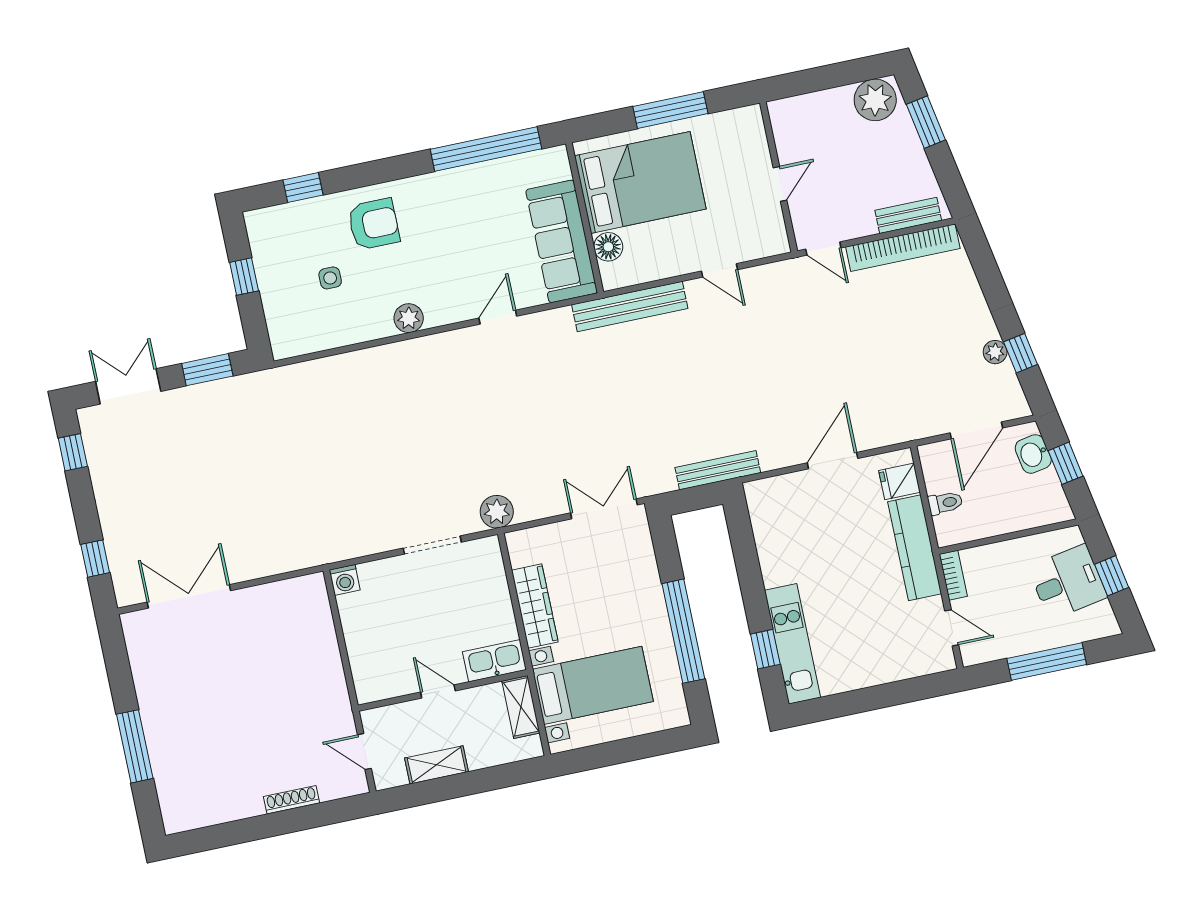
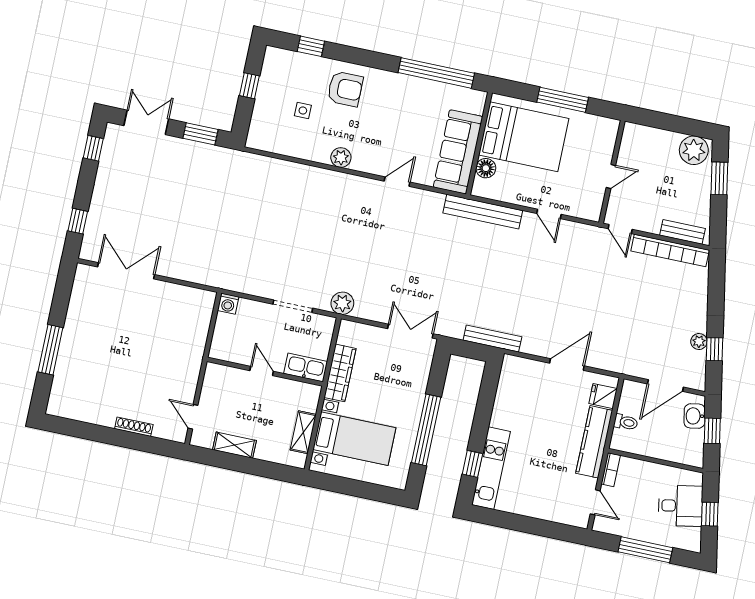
kitchen sink: (495, 661) -> (306, 367), moved
wall: (443, 690) -> (265, 372), moved
door: (438, 691) -> (262, 371), moved

